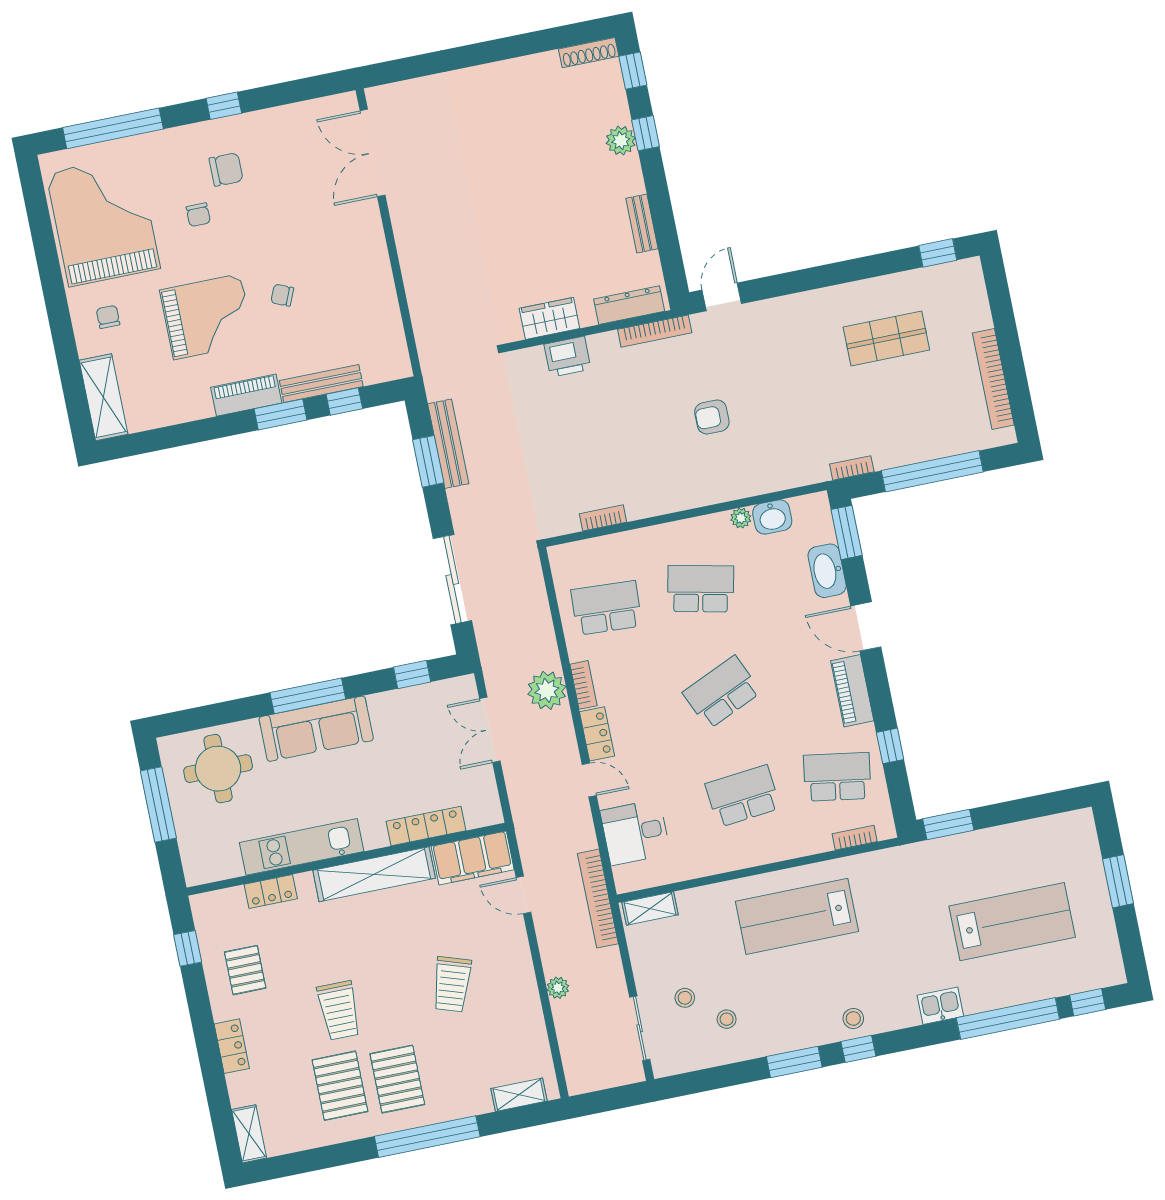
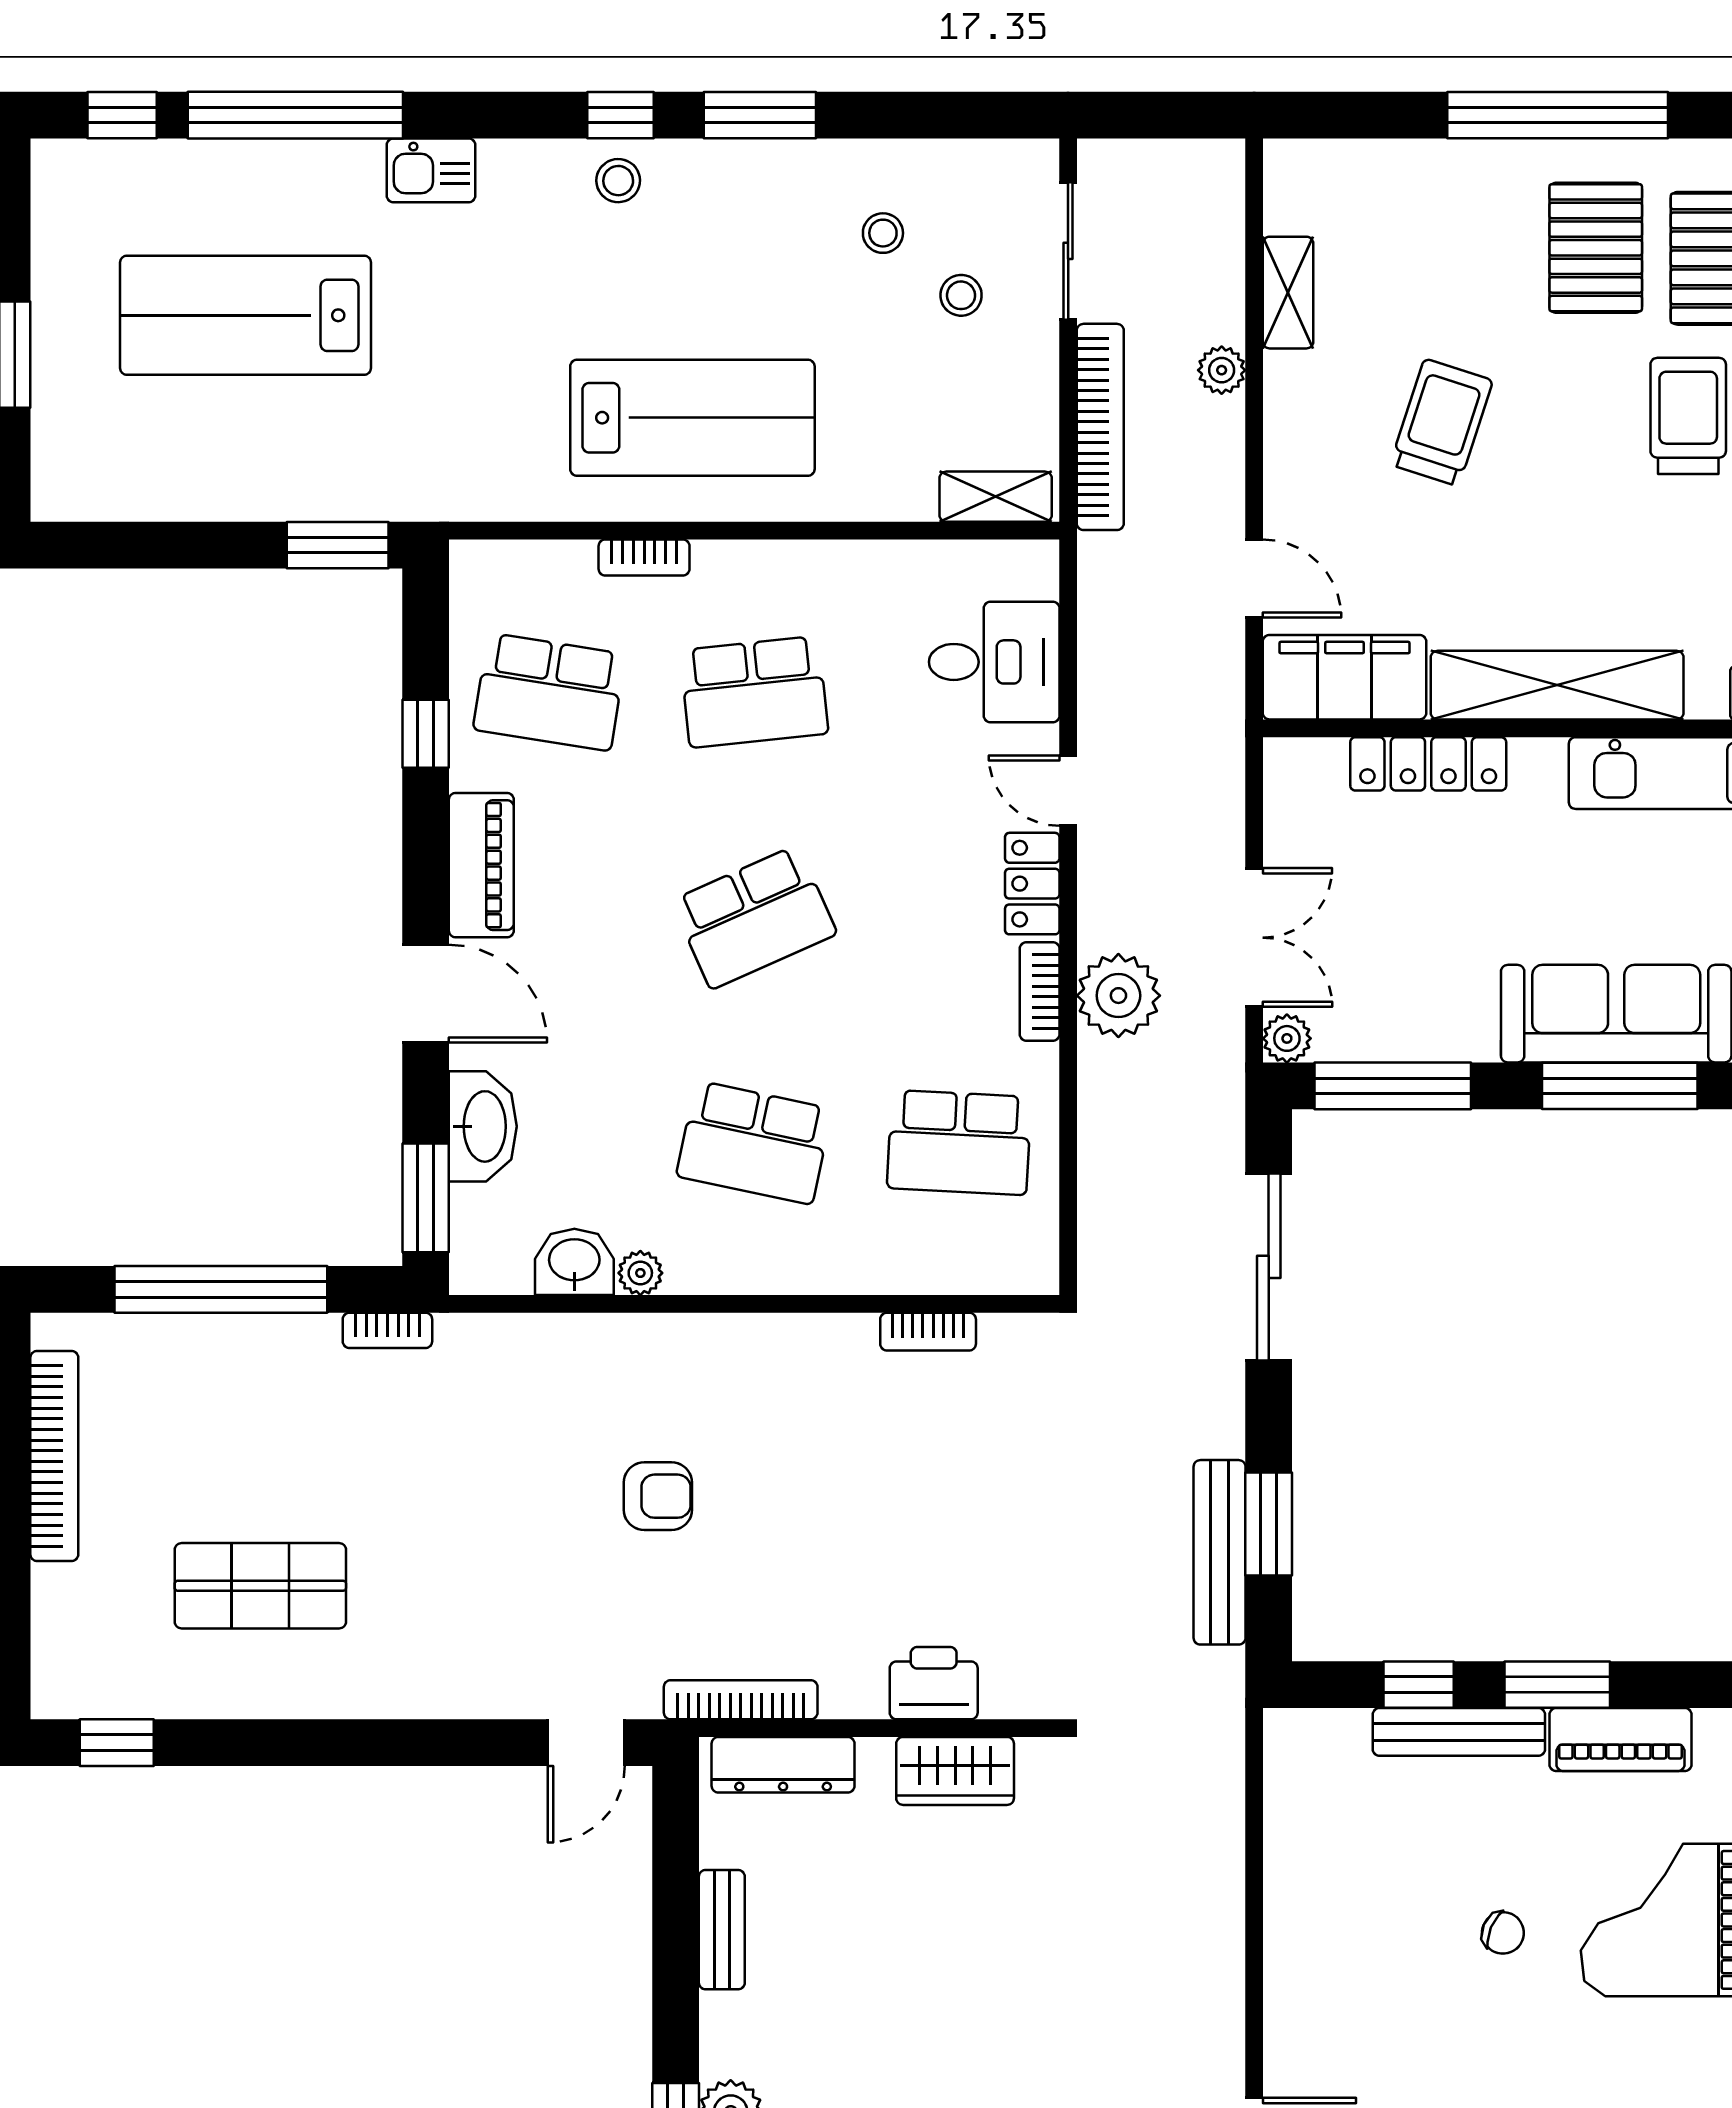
window: (412, 675) -> (1393, 1086), width x2.17
plant: (465, 686) -> (1287, 1038), added
bookcase: (855, 838) -> (644, 558), moved
bookcase: (598, 899) -> (1100, 427), moved
shelving: (519, 1095) -> (1288, 293), moved, turned 90

